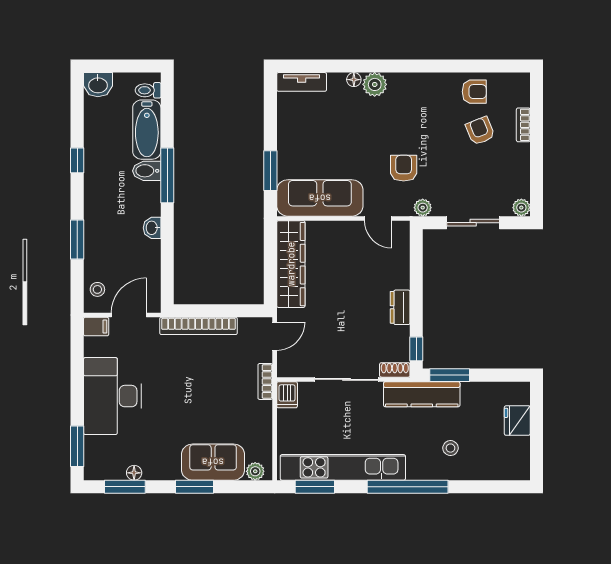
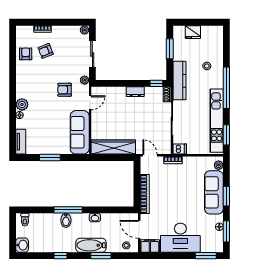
bathtub: (147, 130) -> (91, 245), moved, turned 180
window: (270, 171) -> (50, 158), moved
filing cabinet: (96, 327) -> (150, 246), width x2.00
window: (450, 375) -> (170, 49), moved
sofa: (213, 462) -> (214, 192), width x1.36

